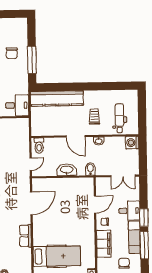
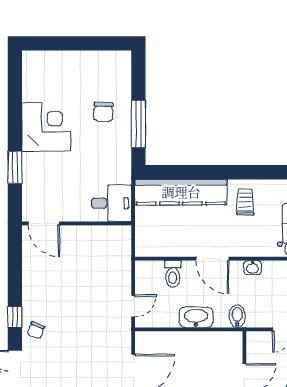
trolley: (94, 117) -> (245, 202), moved
toilet: (39, 146) -> (173, 274), moved

